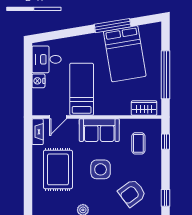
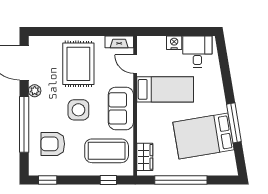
coffee table: (138, 143) -> (107, 151), width x1.86, depth x1.72
rug: (58, 169) -> (78, 64), turned 90
armchair: (132, 193) -> (53, 144), turned -53

